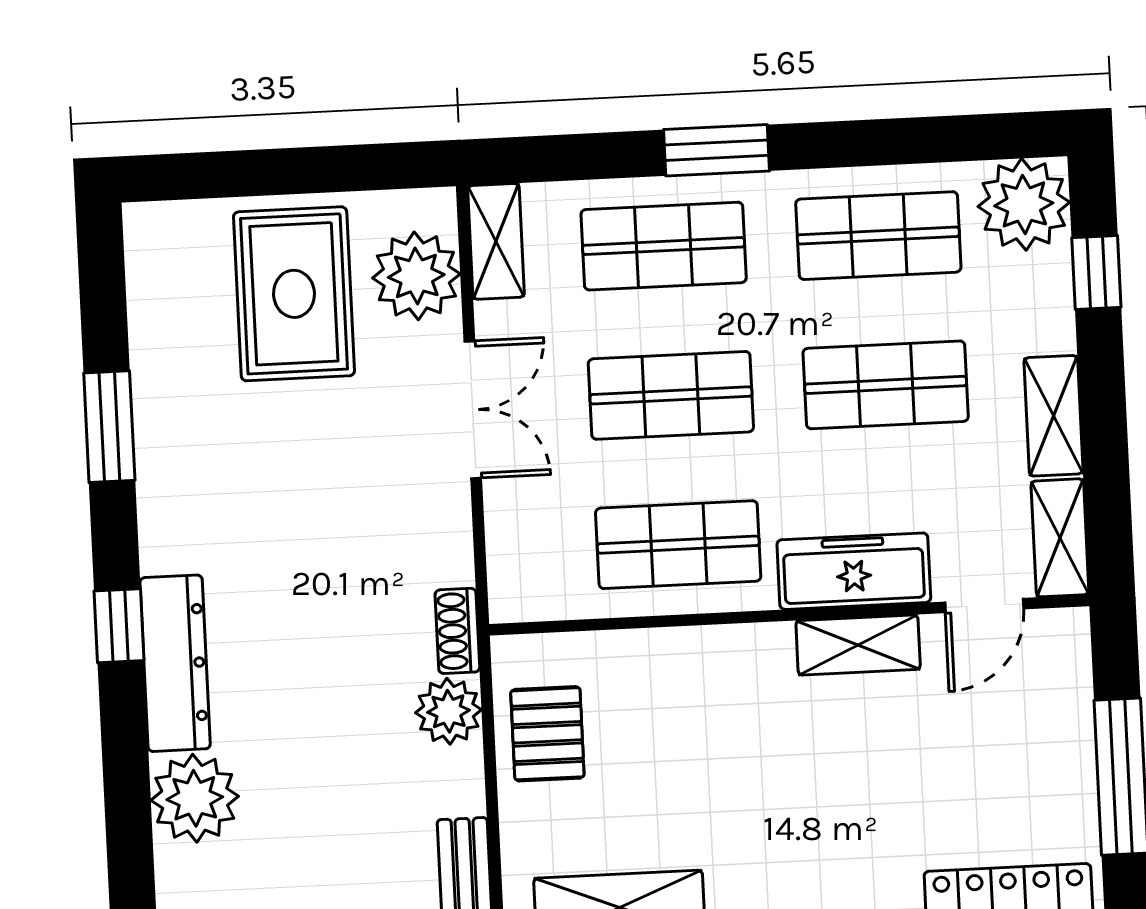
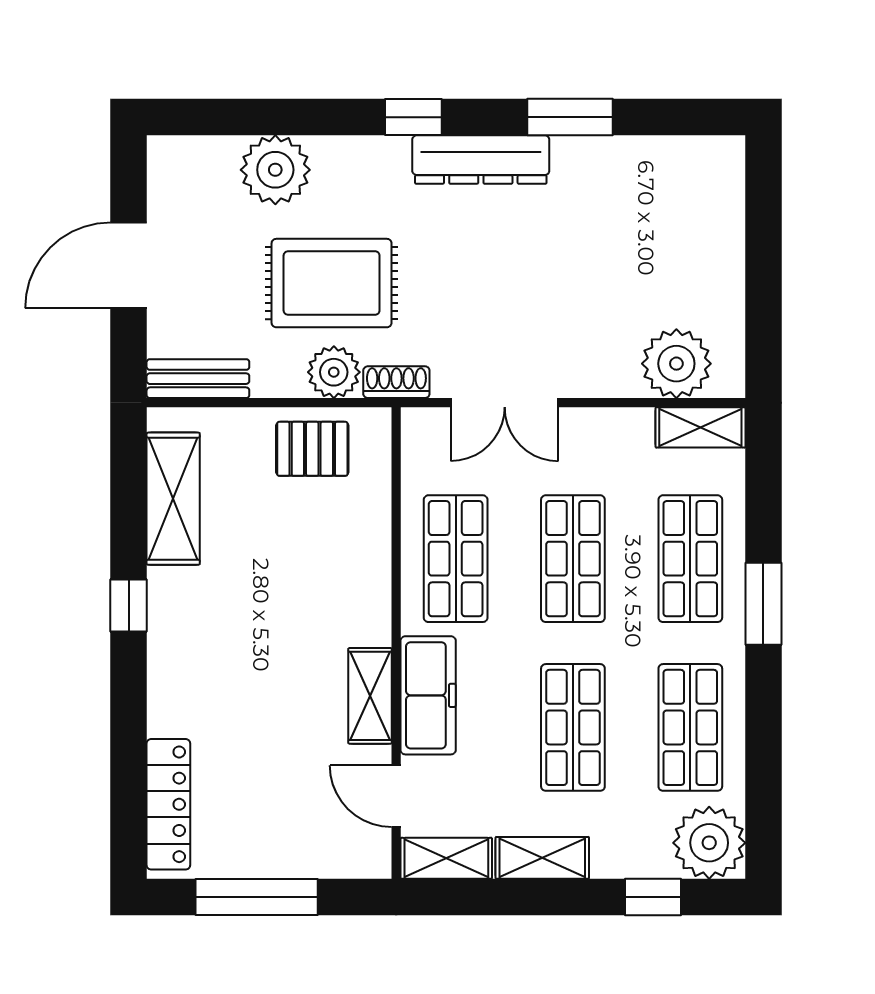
rug: (294, 294) -> (332, 283), moved
double door: (473, 410) -> (505, 403), moved
dresser: (175, 663) -> (481, 160), moved

